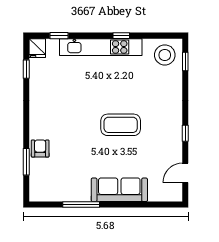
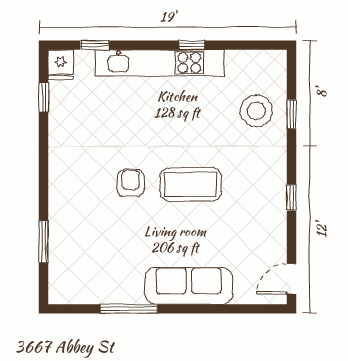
stool: (165, 55) -> (256, 111), moved
window: (185, 62) -> (291, 114), moved
armchair: (40, 148) -> (131, 183), moved
door: (185, 173) -> (291, 279), moved

